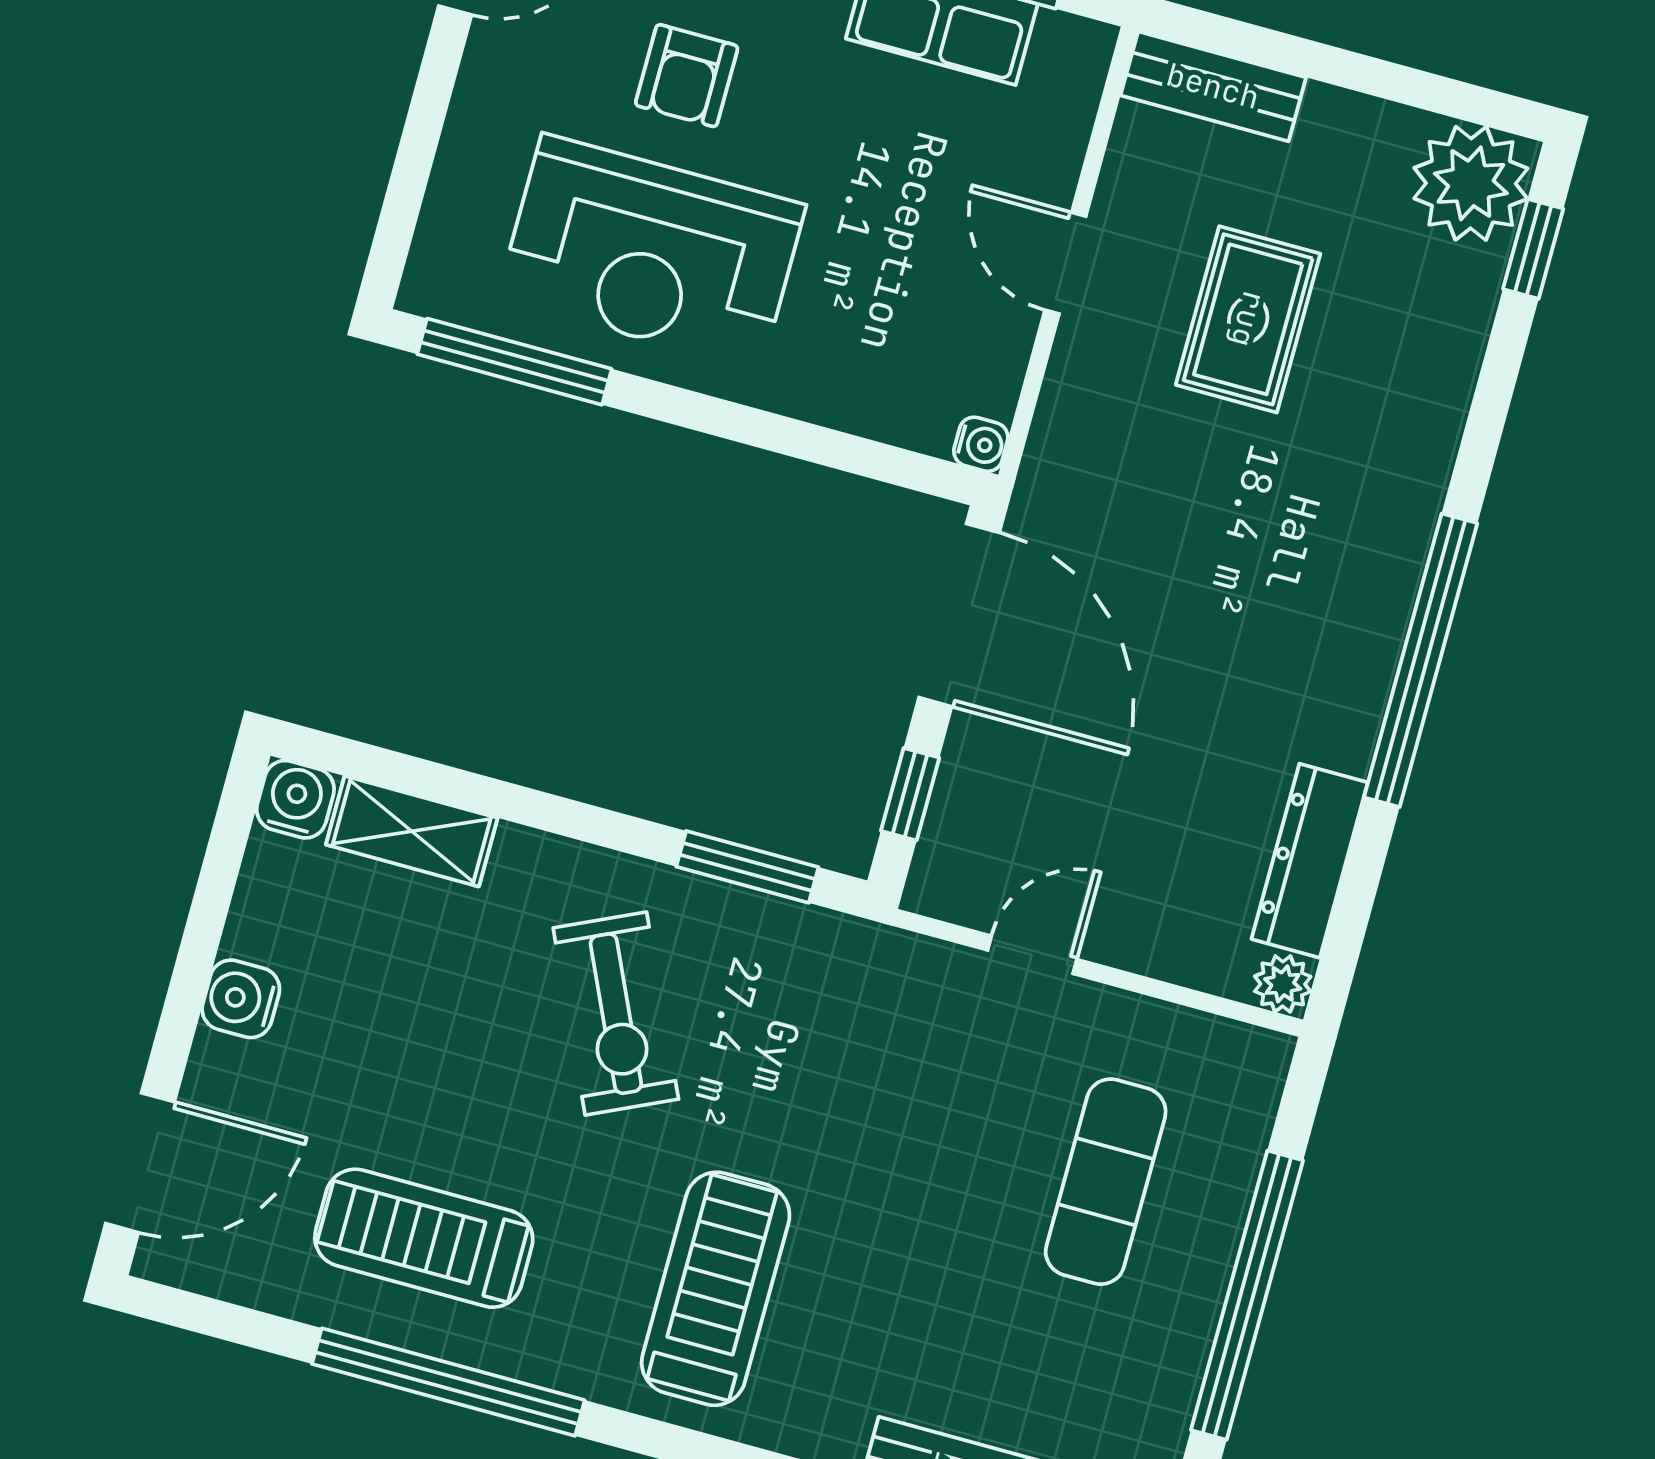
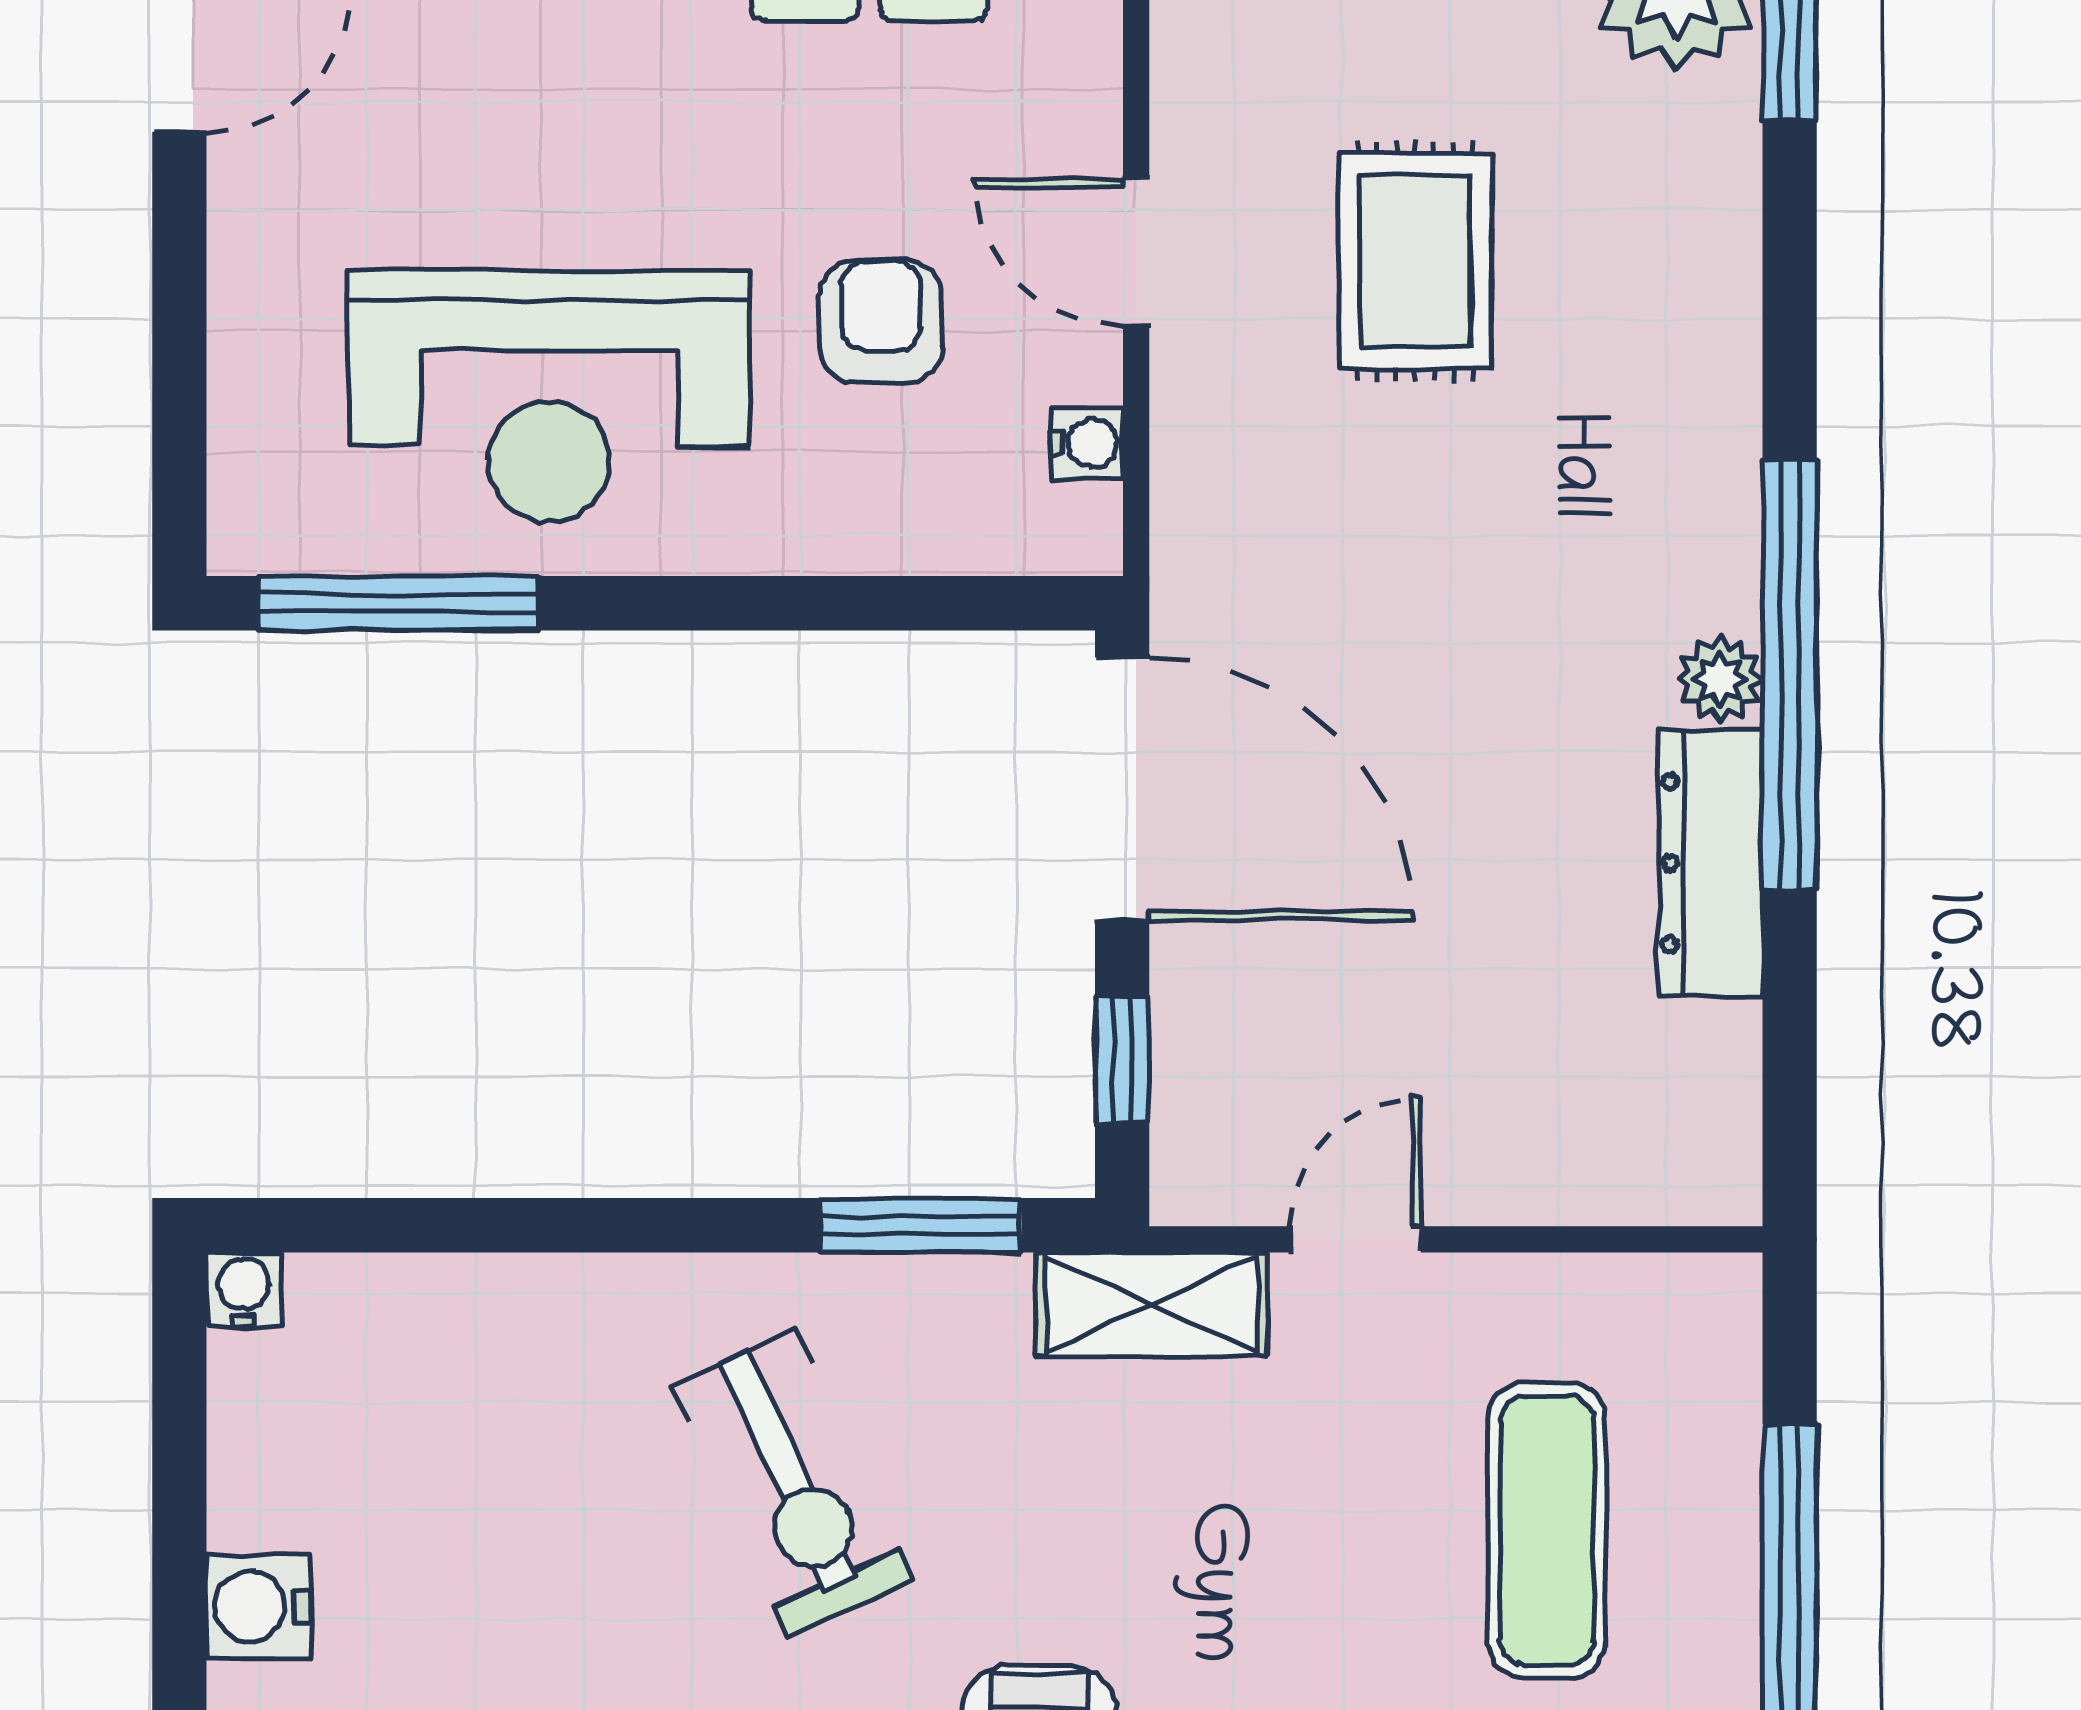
armchair: (687, 76) -> (881, 321), moved, turned 180
water cooler: (981, 444) -> (1087, 443), moved
water cooler: (295, 799) -> (244, 1290), width x0.72, depth x0.72
shelving: (412, 831) -> (1151, 1304), moved
dresser: (1310, 861) -> (1711, 863), moved
plant: (1283, 984) -> (1720, 679), moved

